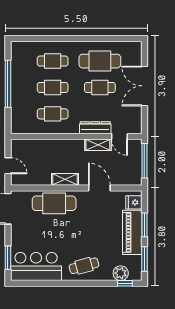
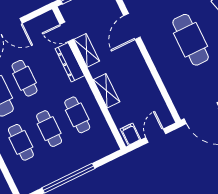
door: (119, 136) -> (67, 32), swing flipped
filing cabinet: (18, 147) -> (130, 134), added
shelving: (65, 179) -> (107, 91), moved
cafe table: (54, 203) -> (191, 40), moved

